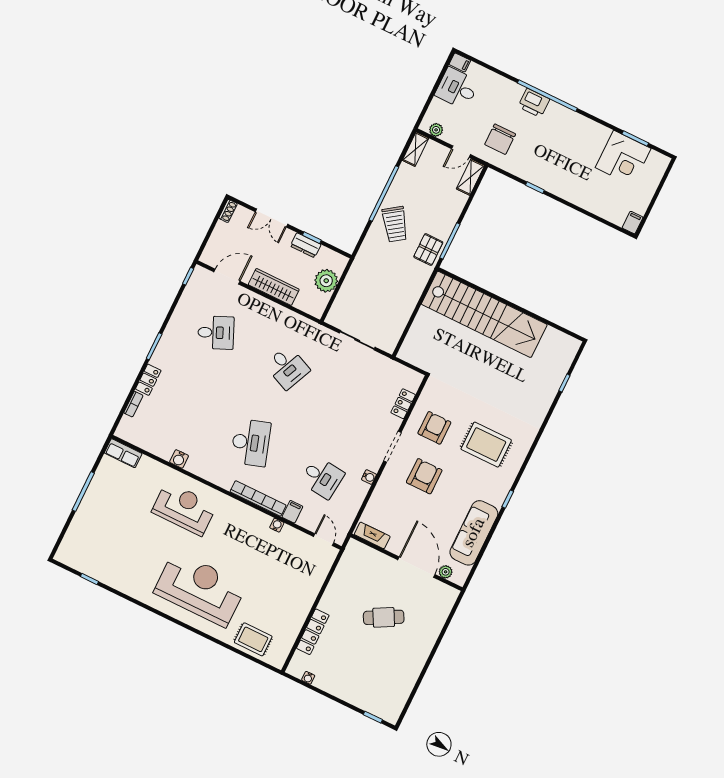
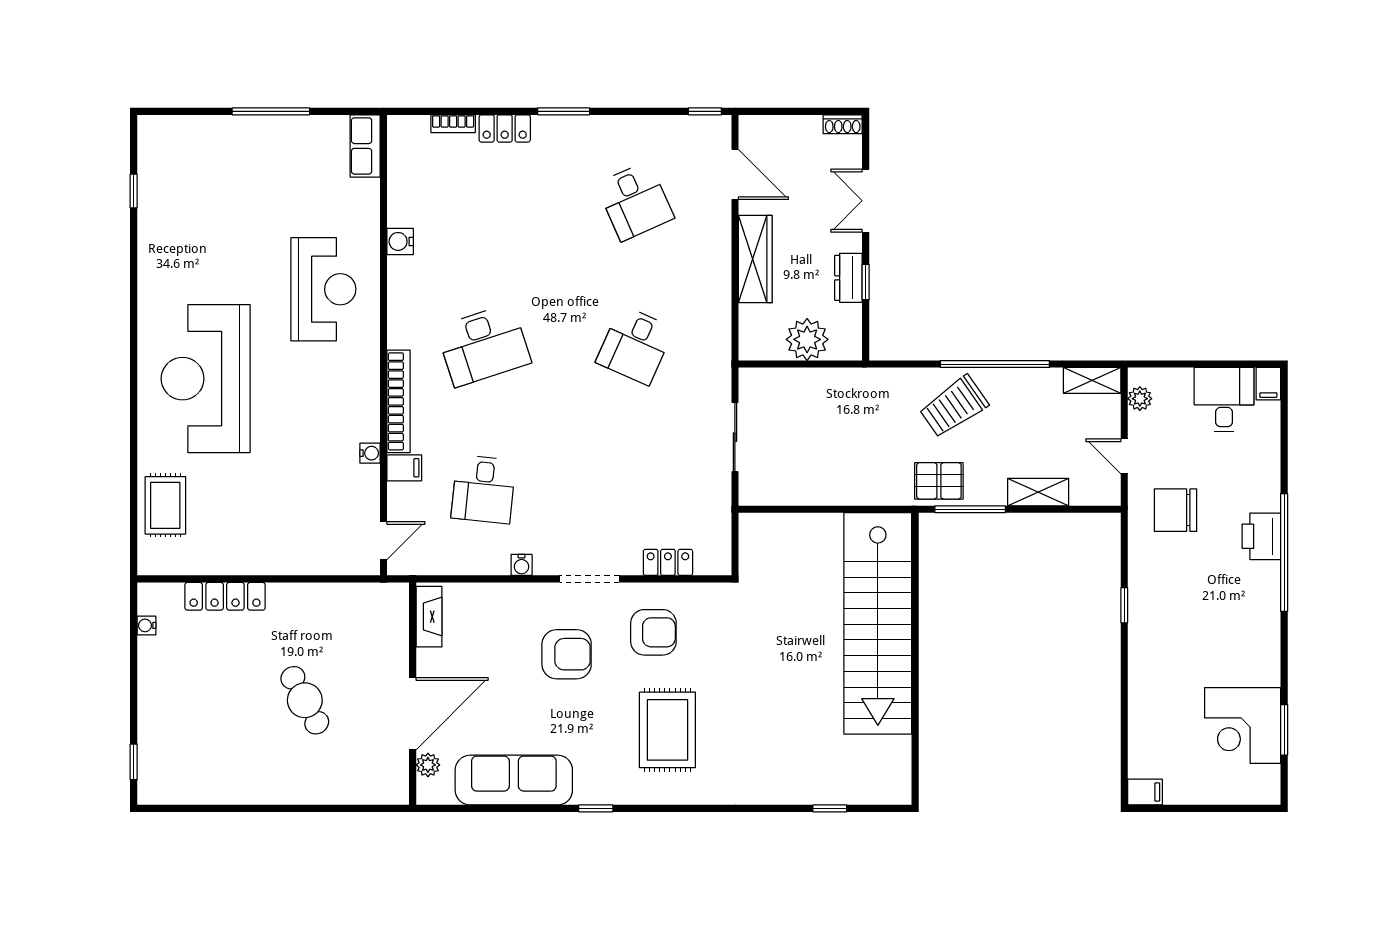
shelving: (470, 177) -> (1038, 492), moved
reception desk: (200, 589) -> (206, 379), turned 180

